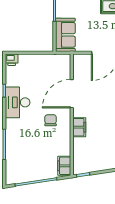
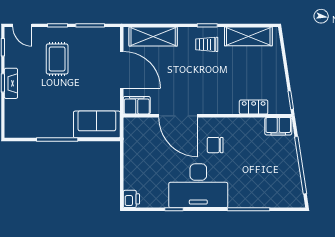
desk: (18, 102) -> (198, 186), width x1.36, depth x1.30
filing cabinet: (79, 127) -> (137, 105), moved
locker: (78, 148) -> (254, 107), added

